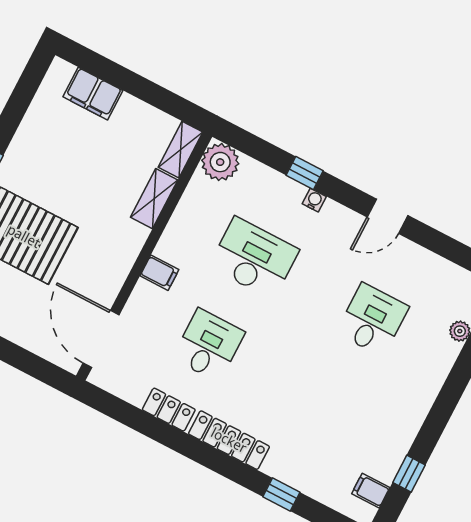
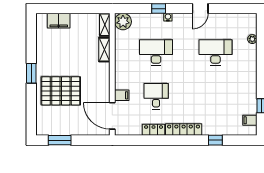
filing cabinet: (159, 273) -> (122, 95), moved
desk: (372, 320) -> (215, 52), width x1.37

